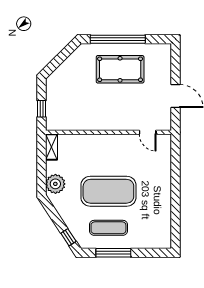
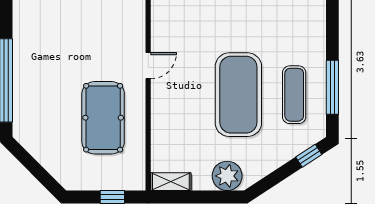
pool table: (120, 69) -> (103, 118), moved
door: (148, 132) -> (148, 66), moved

